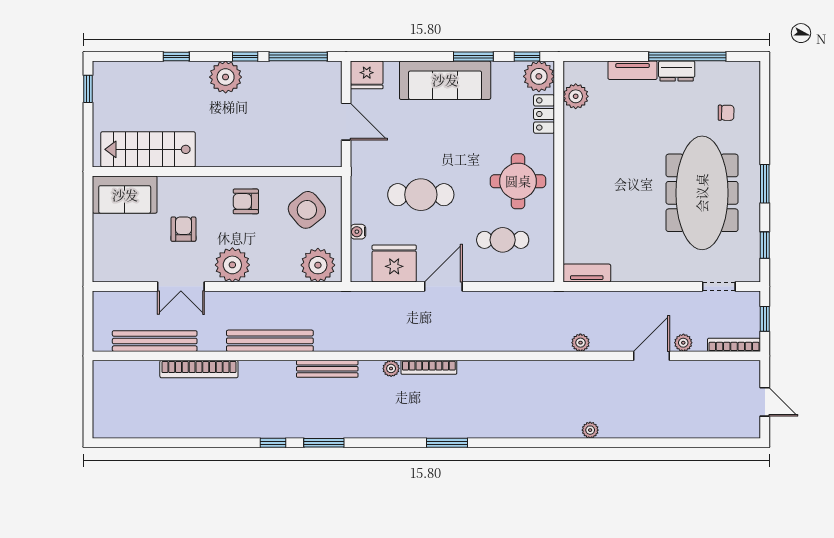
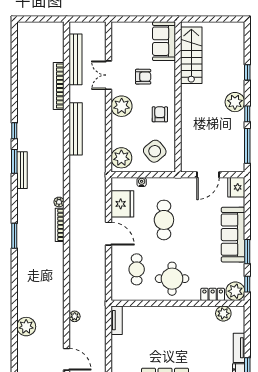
window: (88, 89) -> (228, 19), removed
bench: (327, 369) -> (22, 170), moved
plant: (590, 430) -> (26, 327), width x1.88, depth x1.88

